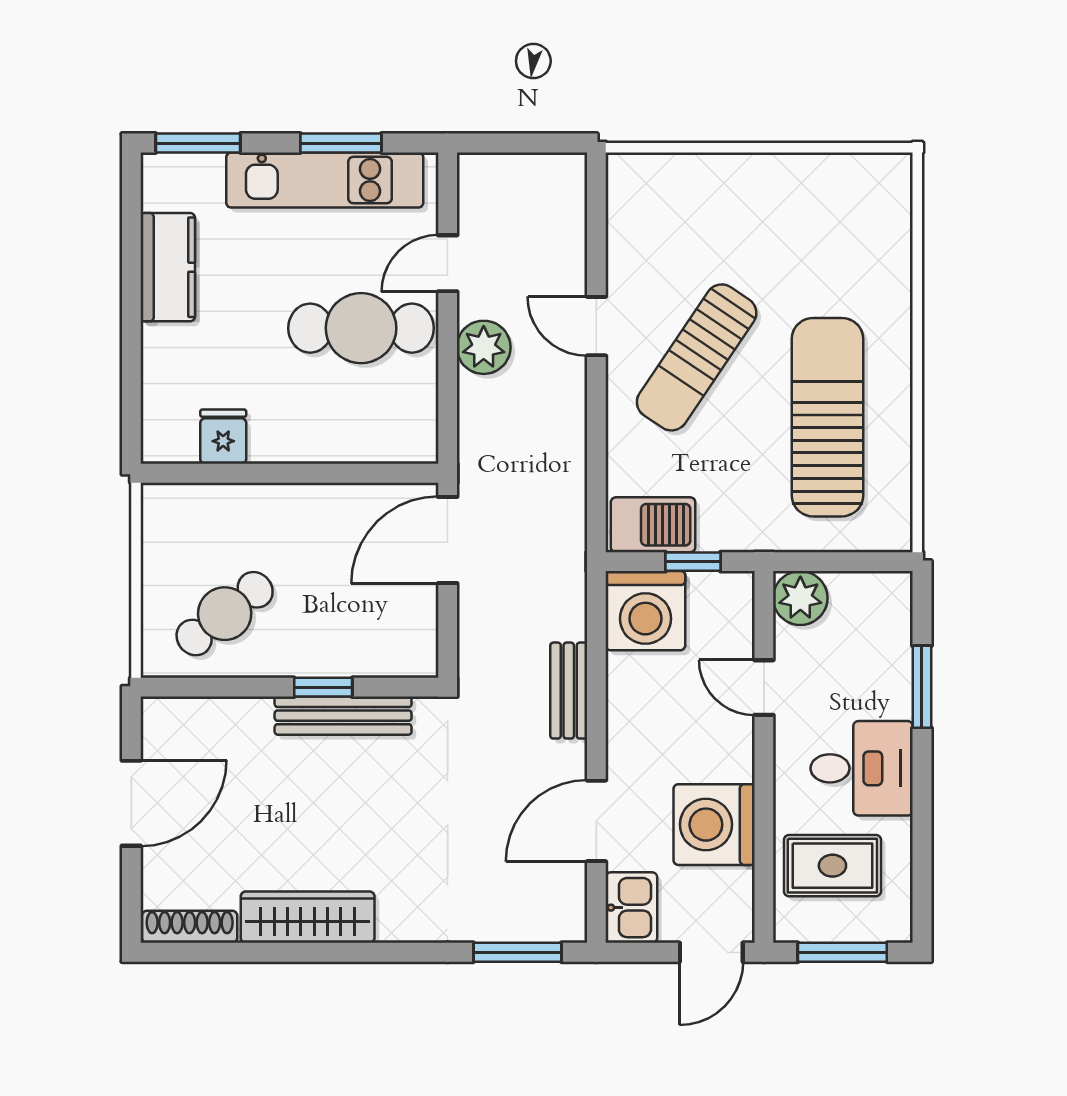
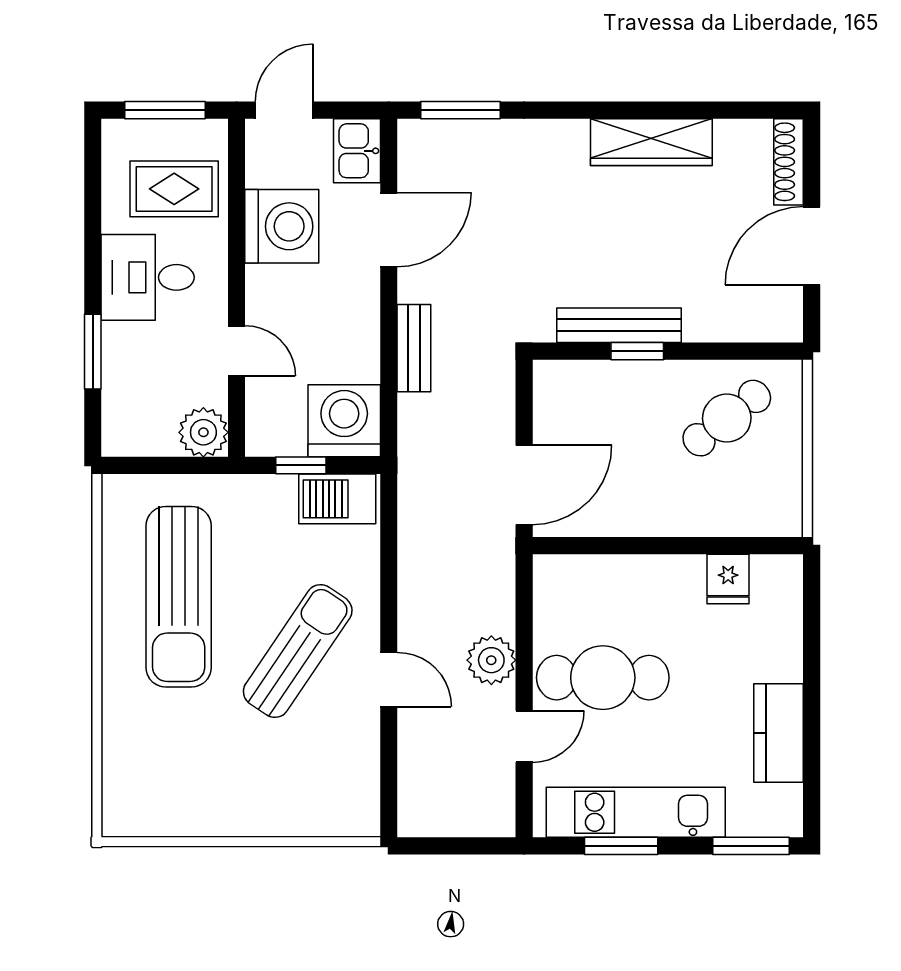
shoe rack: (190, 927) -> (788, 162), moved, turned 90

